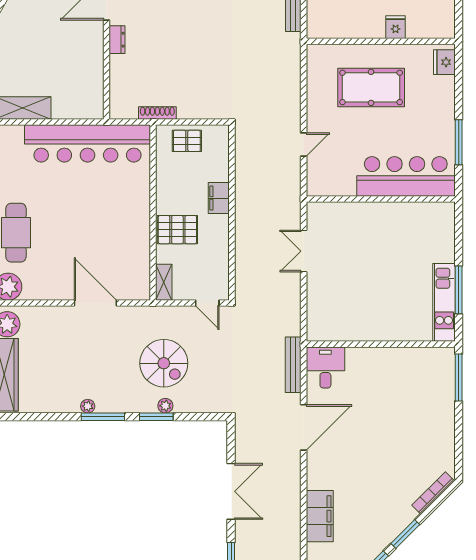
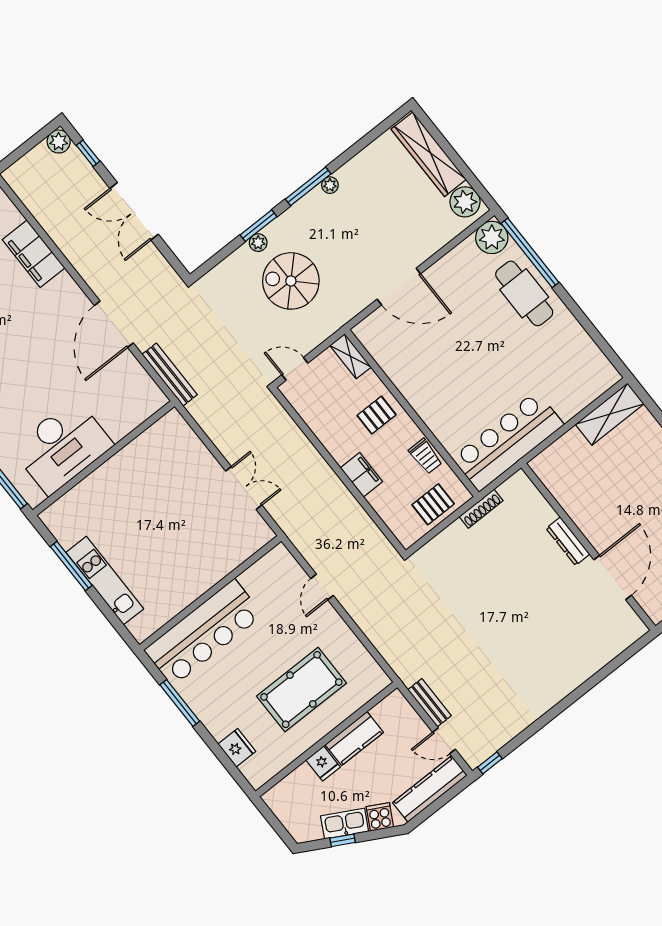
kitchen counter: (362, 27) -> (354, 739), added
dresser: (117, 40) -> (568, 541), width x1.44
fridge: (444, 62) -> (237, 748), moved
bar counter: (87, 143) -> (508, 441), width x0.73
trolley: (167, 177) -> (425, 456), added
pallet: (177, 230) -> (377, 415), width x0.67, depth x0.71
kitchen unit: (444, 302) -> (105, 581), moved
desk: (325, 367) -> (62, 446), moved, width x1.87, depth x1.30

